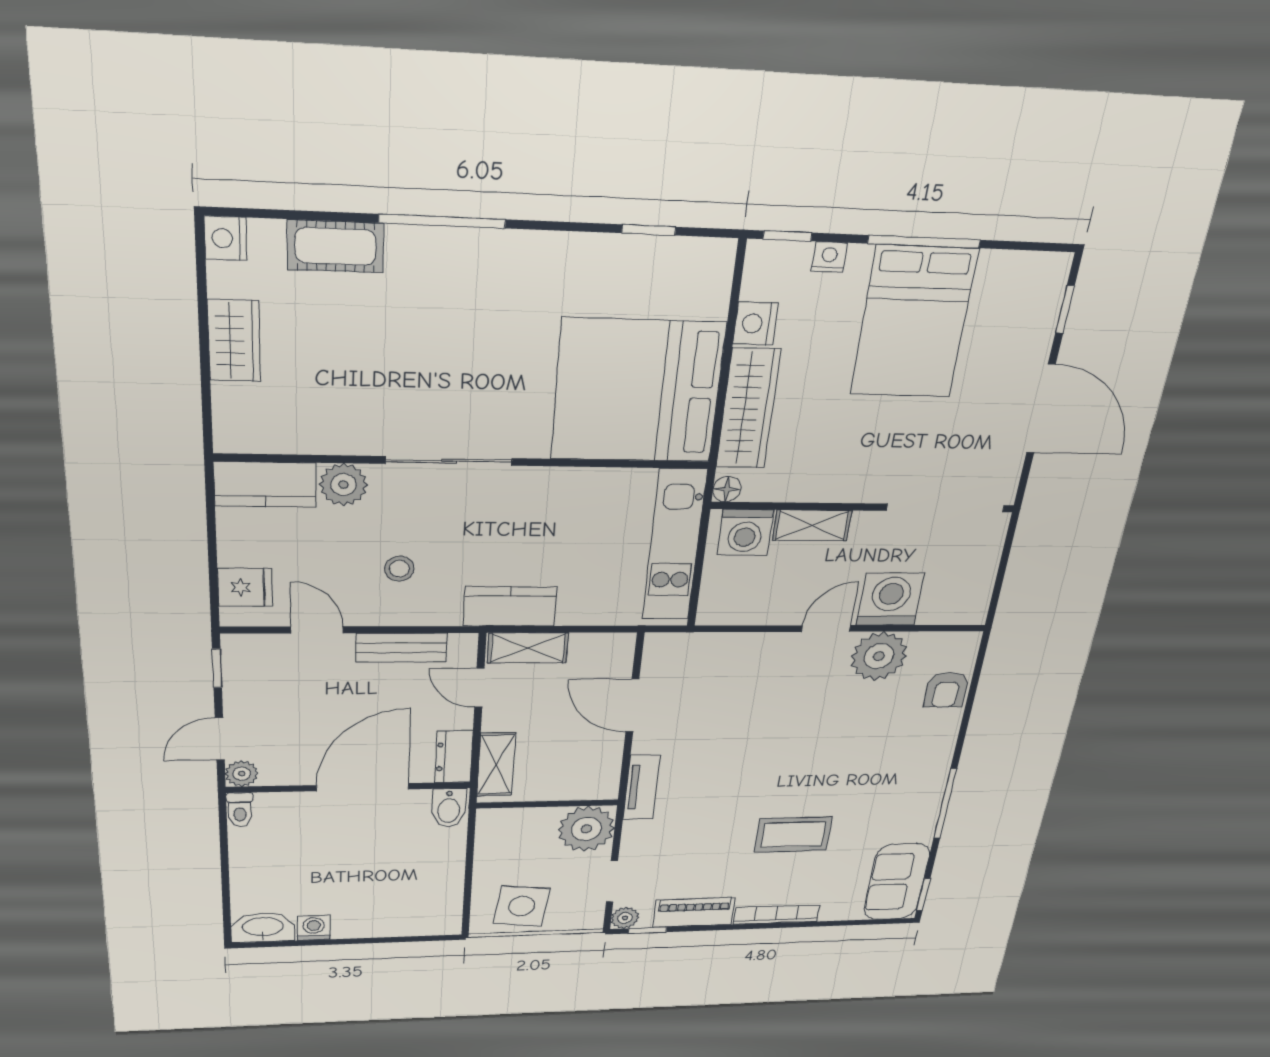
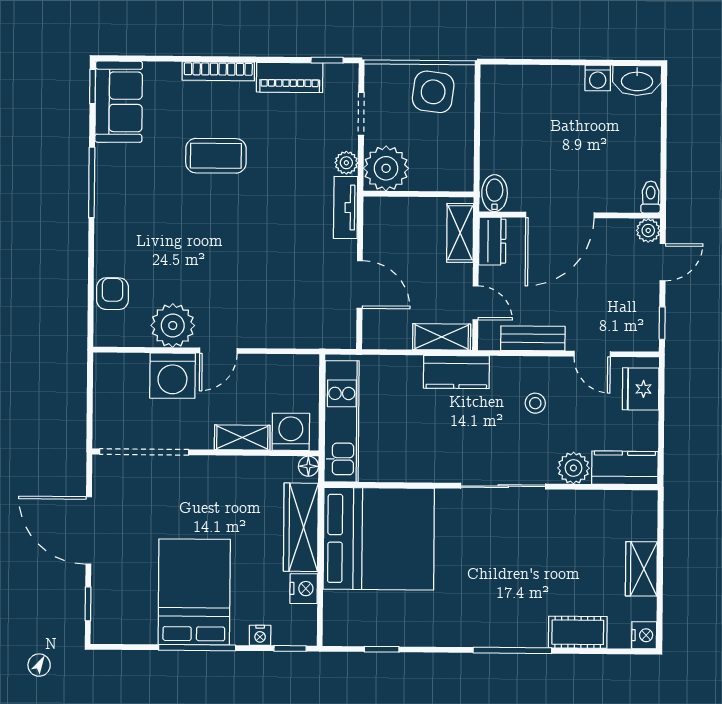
fridge: (245, 587) -> (641, 389), width x1.38
plant: (625, 918) -> (346, 163), moved

